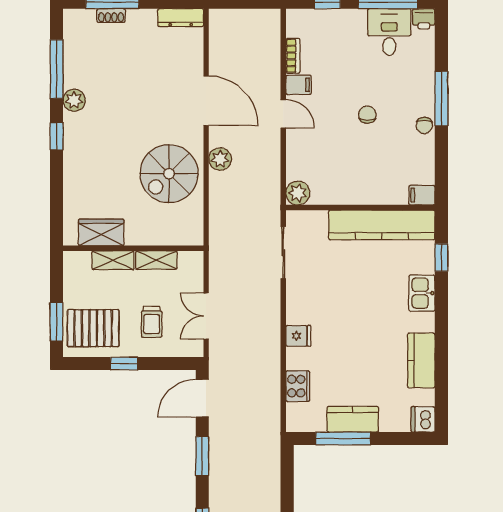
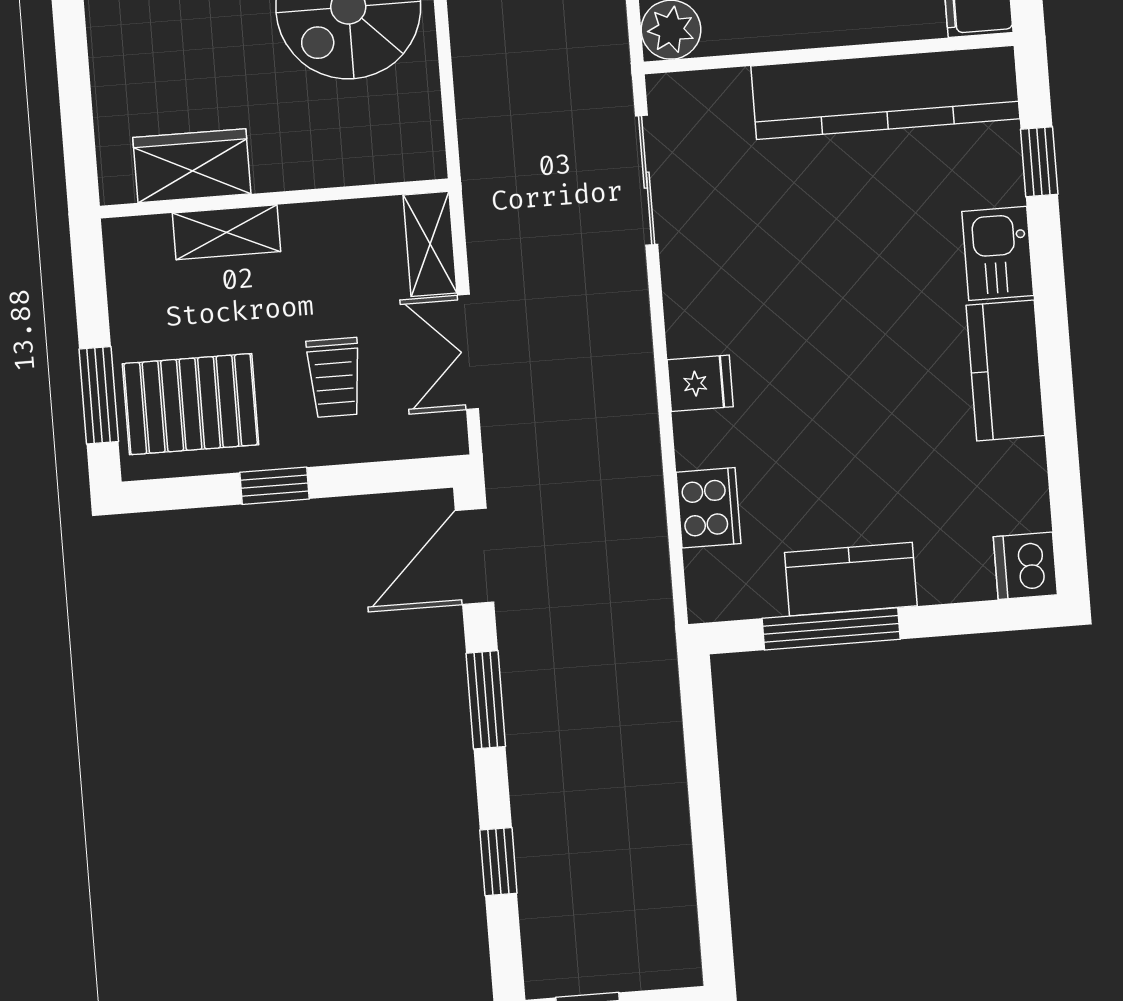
shelving: (156, 260) -> (430, 244), moved, turned 90
kitchen counter: (421, 360) -> (1005, 370), moved

